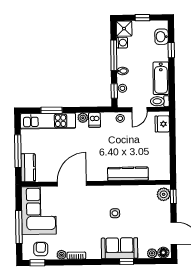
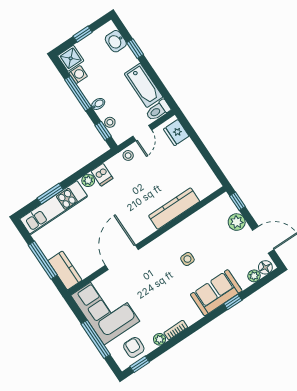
plant: (164, 194) -> (237, 222), moved

